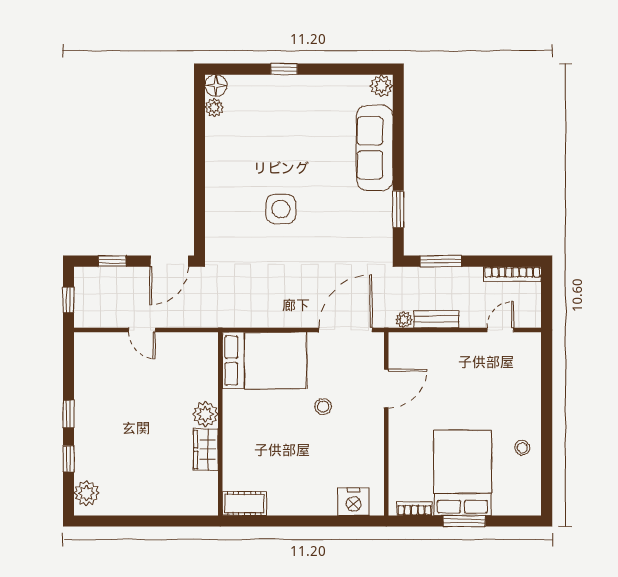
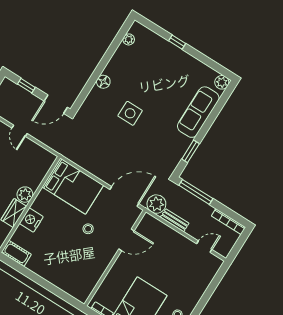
floor lamp: (216, 85) -> (103, 82), moved
window: (441, 261) -> (196, 192), width x1.44
plant: (404, 320) -> (156, 204), width x1.88, depth x1.88
nightstand: (354, 502) -> (31, 220), moved, turned 90

